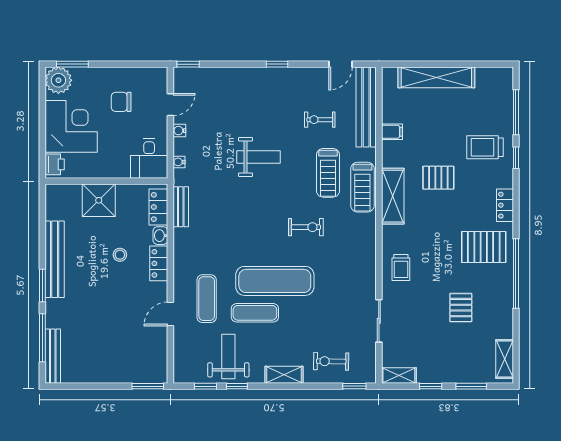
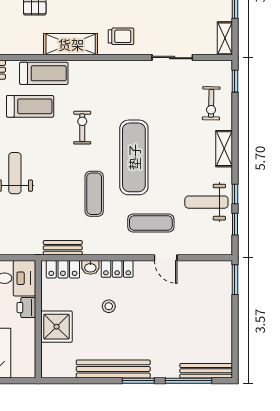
water cooler: (179, 162) -> (20, 250), removed
printer: (55, 164) -> (26, 308), moved, turned -90
shelving: (393, 196) -> (71, 44), moved
exercise mat: (255, 313) -> (94, 194), moved

